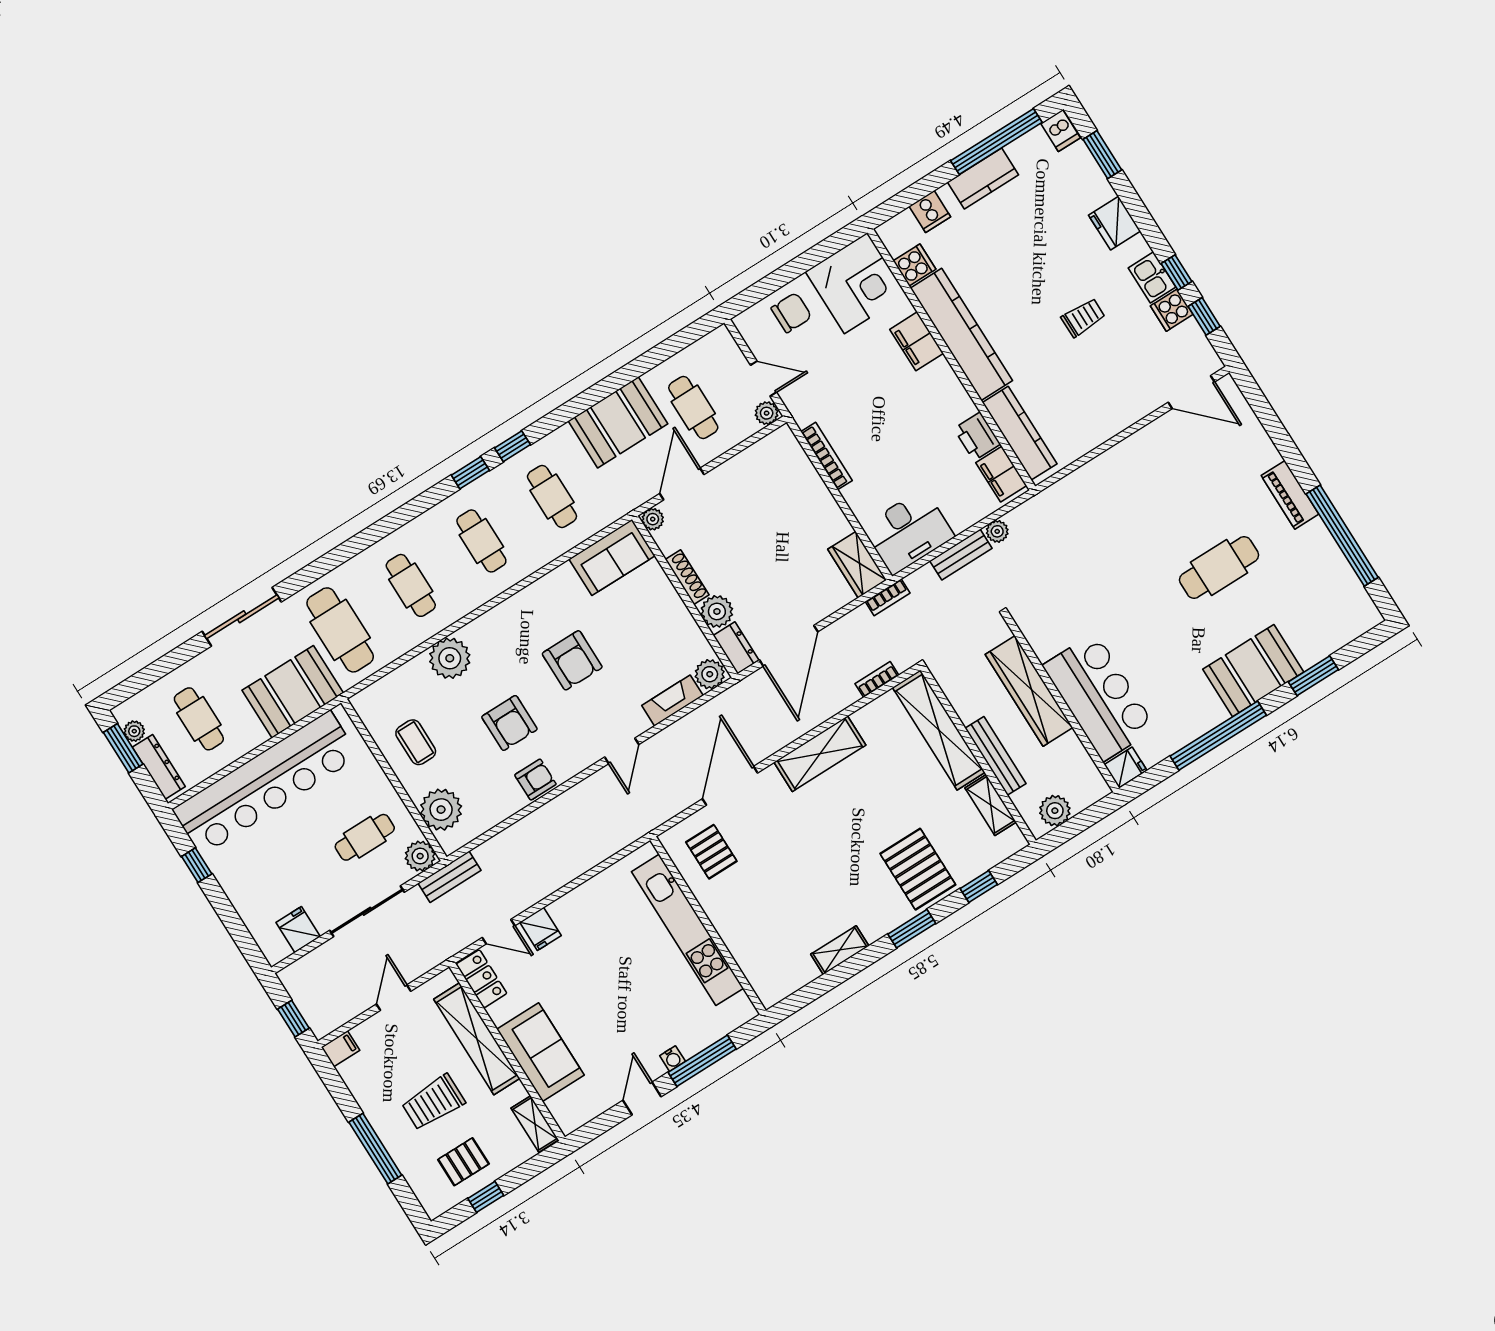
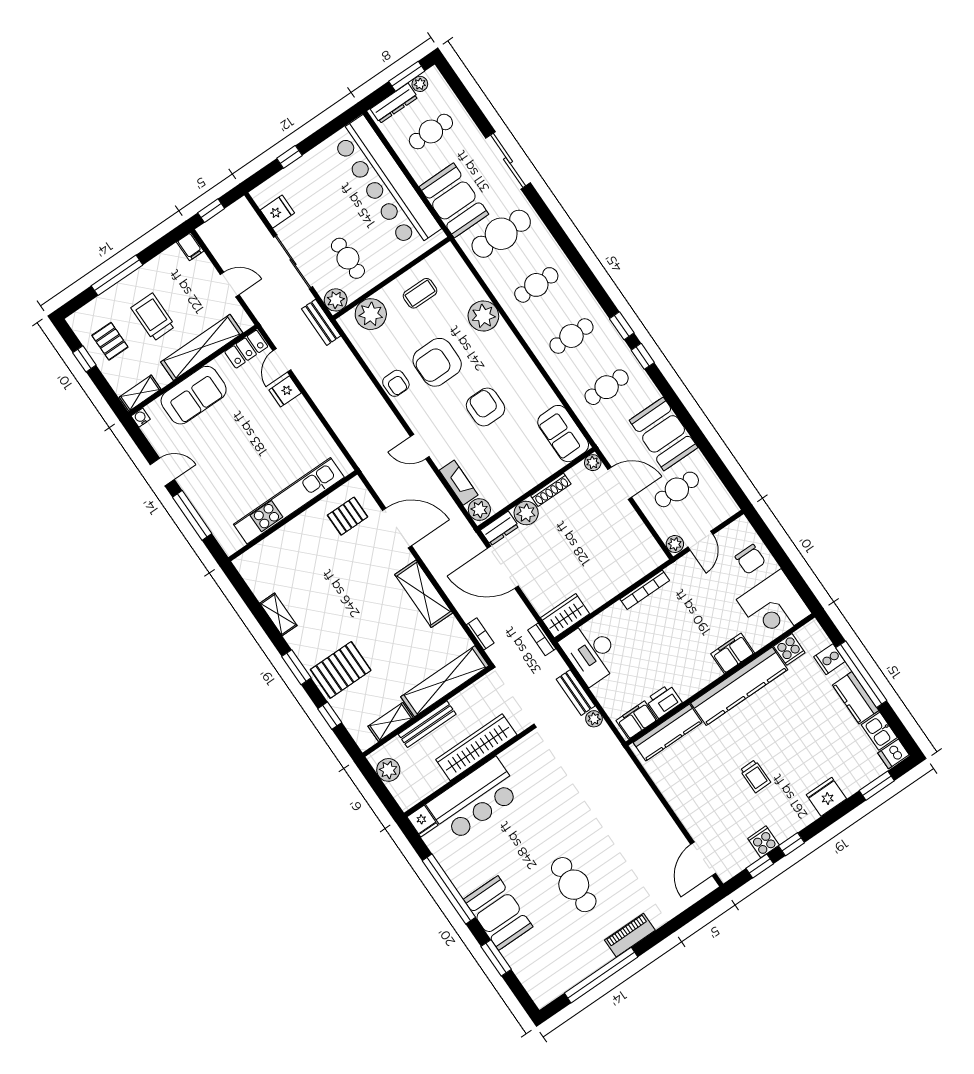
window: (996, 141) -> (861, 674), moved
kitchen sink: (1152, 277) -> (879, 731), moved, turned -90
armchair: (572, 660) -> (486, 407), turned 90
armchair: (509, 723) -> (437, 362), width x1.36, depth x1.36
window: (197, 865) -> (289, 157), moved
water cooler: (673, 1059) -> (141, 418), moved, turned 90

